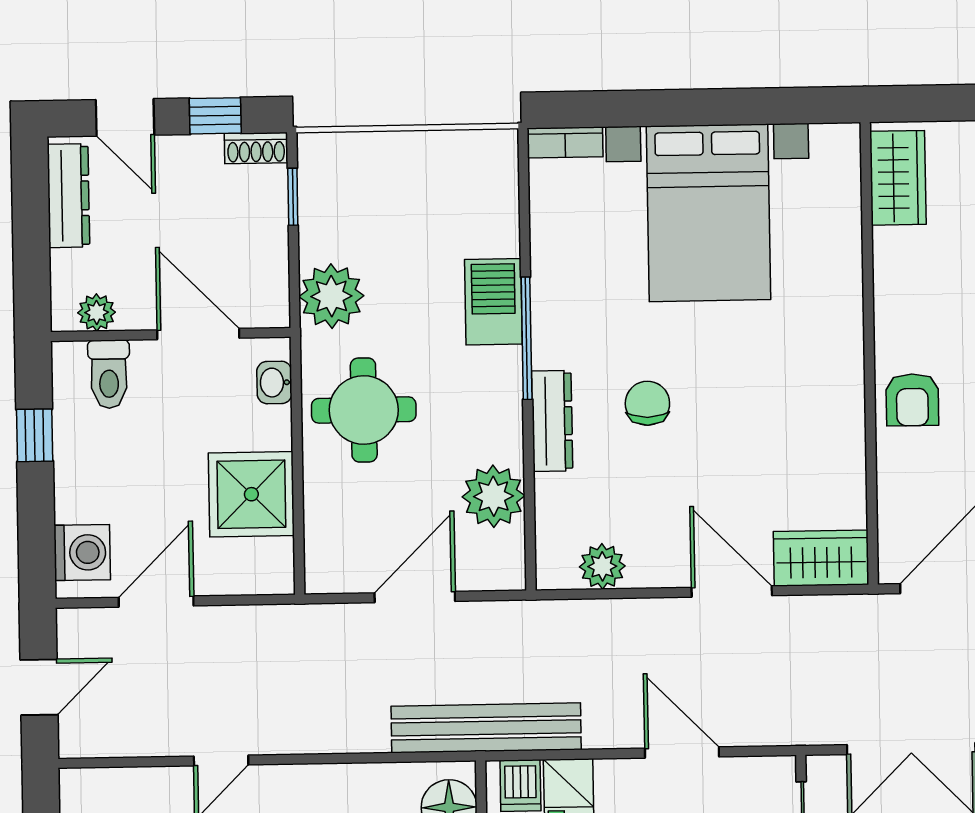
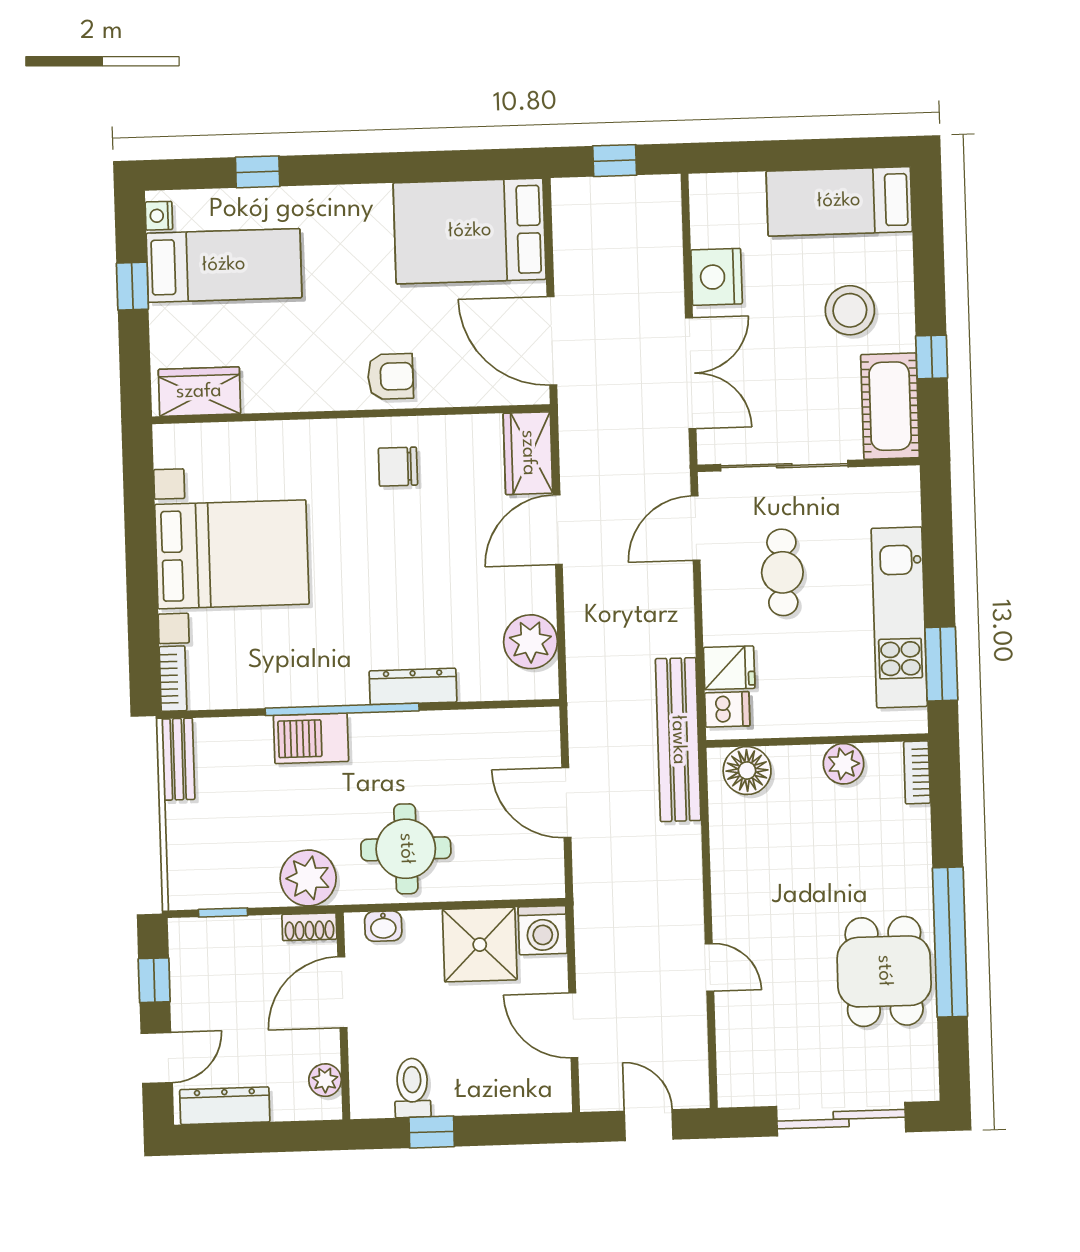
bench: (472, 147) -> (178, 759), added
shoe rack: (256, 148) -> (309, 927), moved, turned 90
window: (527, 338) -> (342, 709), width x1.46
toilet: (109, 374) -> (412, 1088), moved, turned -90
chair: (647, 403) -> (398, 467), moved
plant: (493, 496) -> (479, 736), removed
washing machine: (82, 552) -> (543, 930), moved, turned 180
plant: (602, 566) -> (531, 642), width x1.36, depth x1.36
door: (682, 752) -> (696, 528), moved

